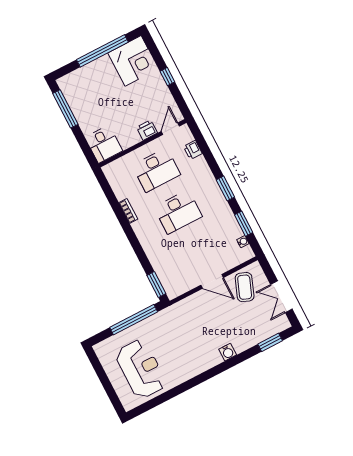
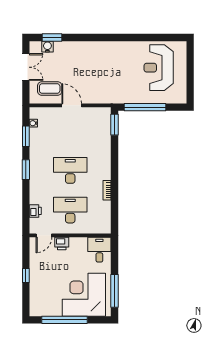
corner desk: (133, 61) -> (84, 295), moved, width x1.36, depth x1.36
coffee table: (245, 287) -> (50, 89), turned 69
water cooler: (228, 352) -> (47, 47), moved

